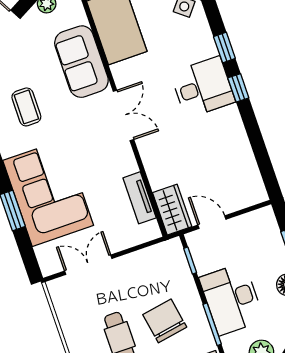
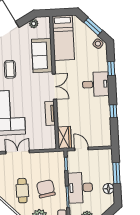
window: (238, 88) -> (113, 111), moved
tv unit: (140, 198) -> (50, 113), moved

